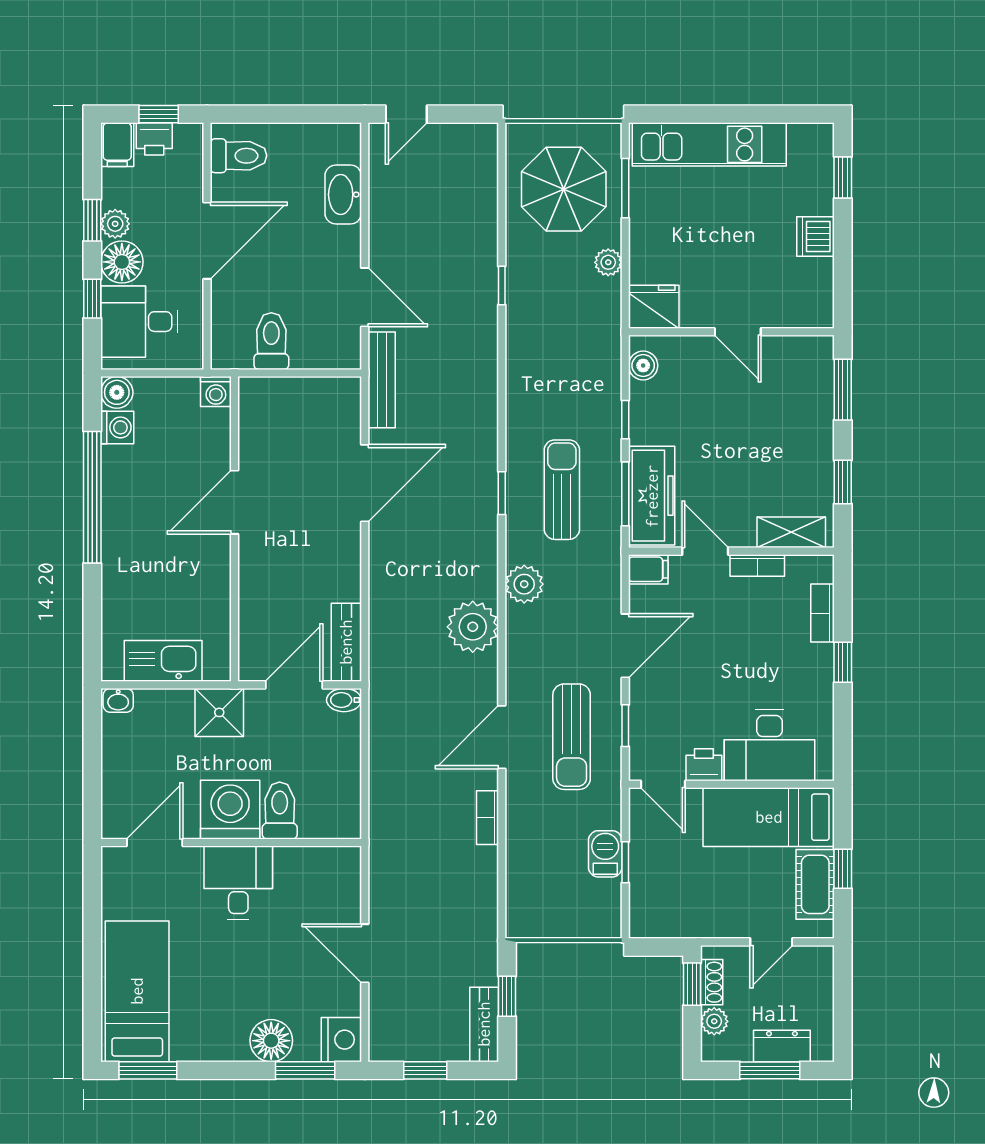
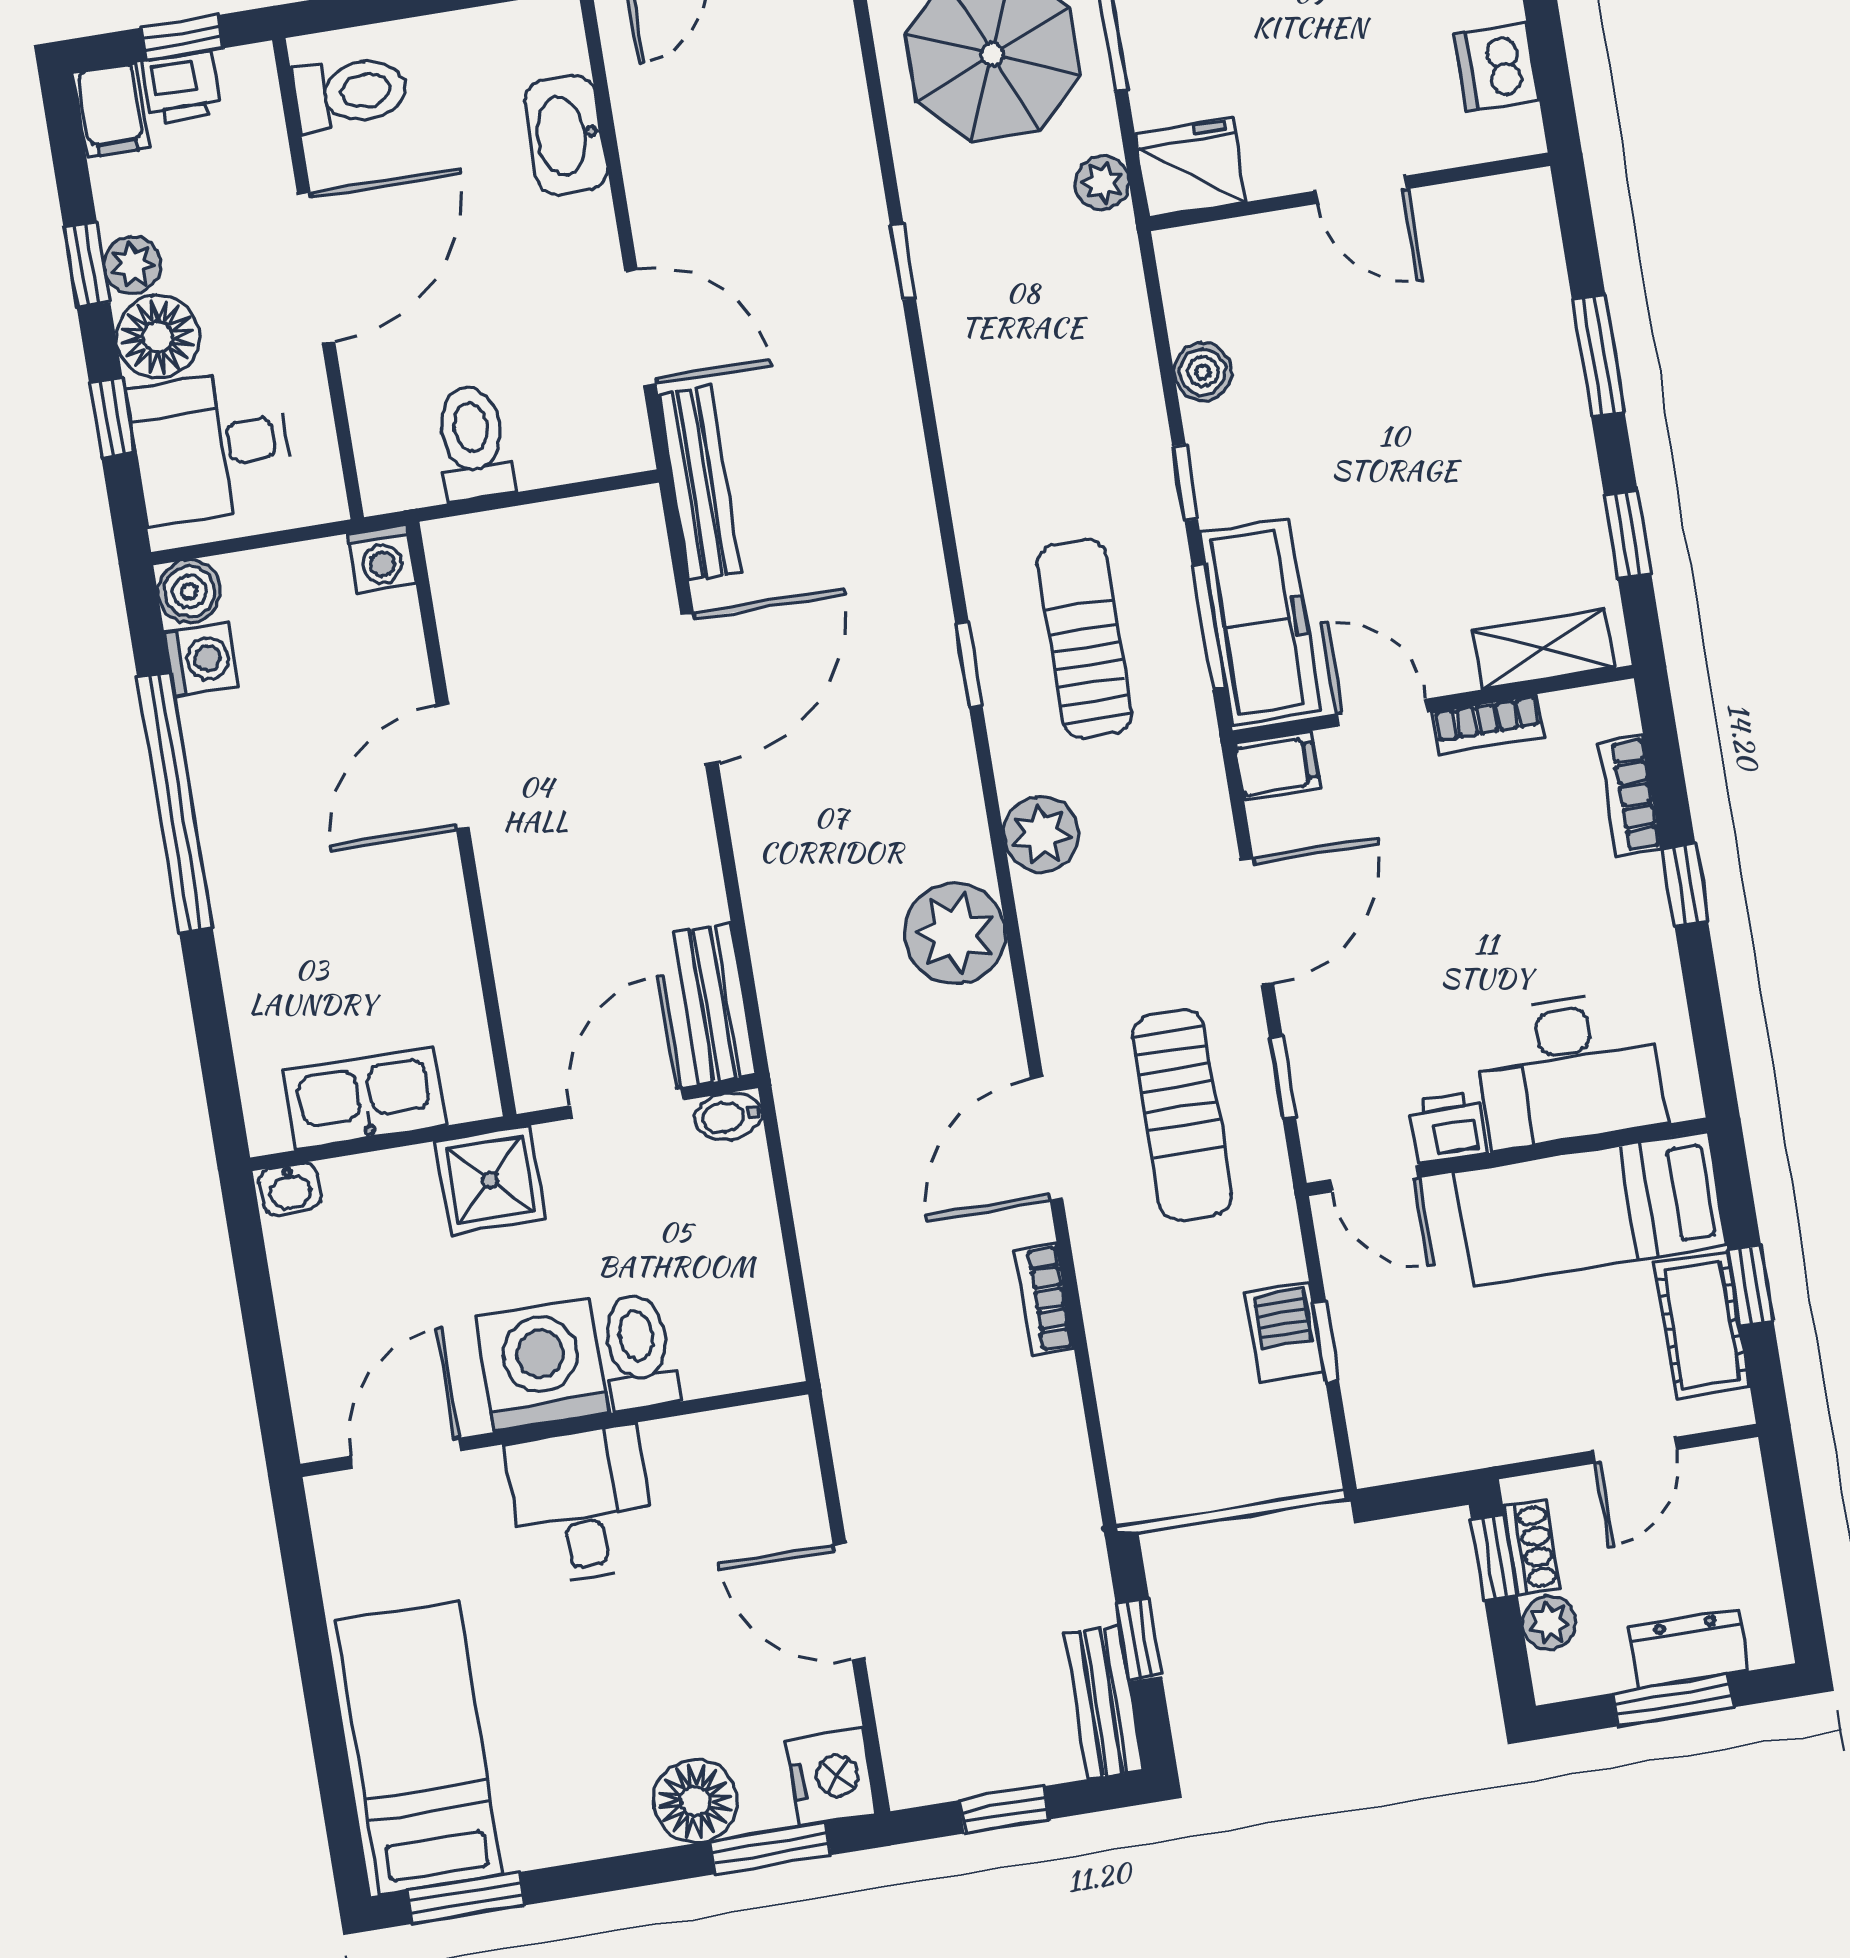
fridge: (654, 307) -> (1190, 168), moved
wall: (731, 332) -> (1349, 192), moved
door: (738, 332) -> (1362, 190), moved

